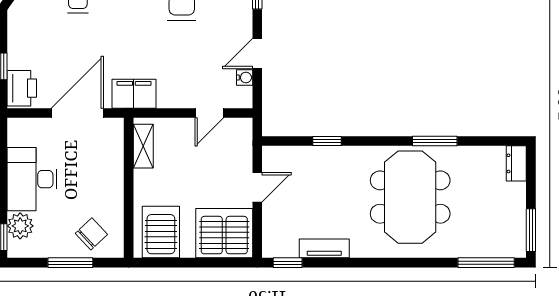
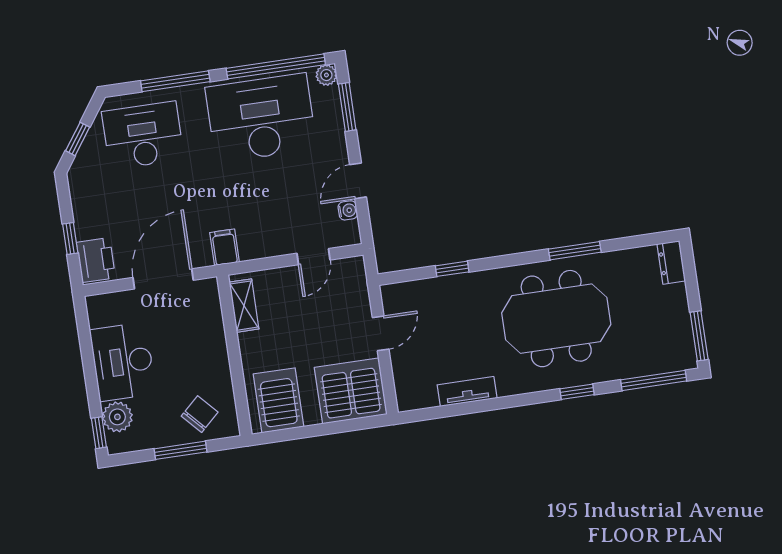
filing cabinet: (134, 94) -> (225, 247), width x0.50
meeting table: (410, 197) -> (556, 319), turned 90
window: (288, 263) -> (577, 392), moved

